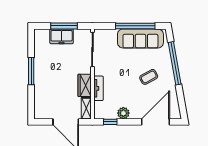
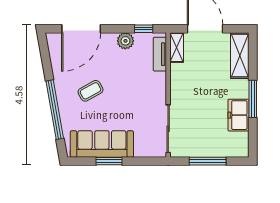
window: (135, 26) -> (109, 161), width x0.47
freezer: (62, 36) -> (238, 115), moved, turned -90
wardrobe: (85, 85) -> (179, 79), removed
tv unit: (98, 88) -> (160, 54), moved
shelving: (41, 102) -> (240, 56), added

